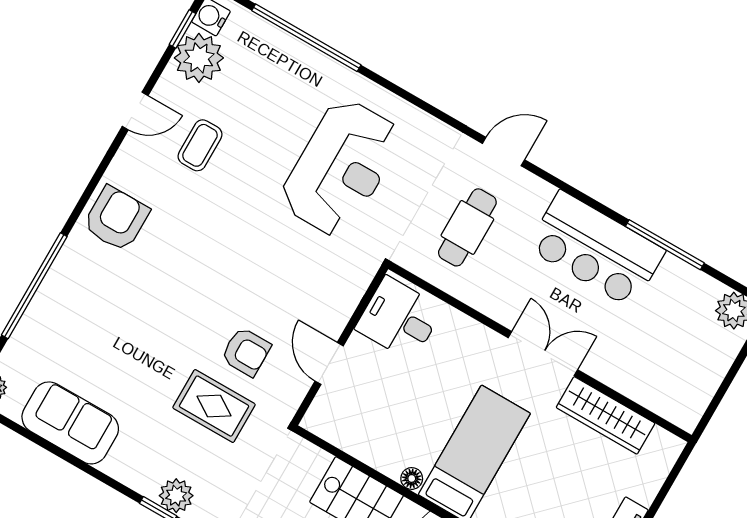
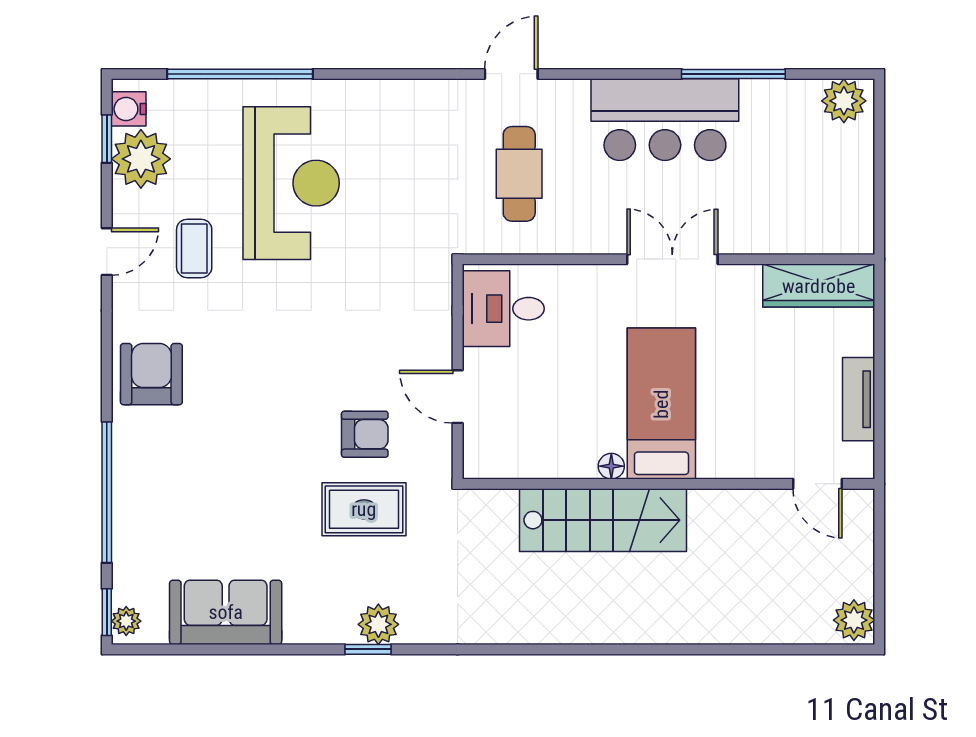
reception desk: (341, 168) -> (291, 183), moved
wardrobe: (606, 415) -> (819, 286), moved

